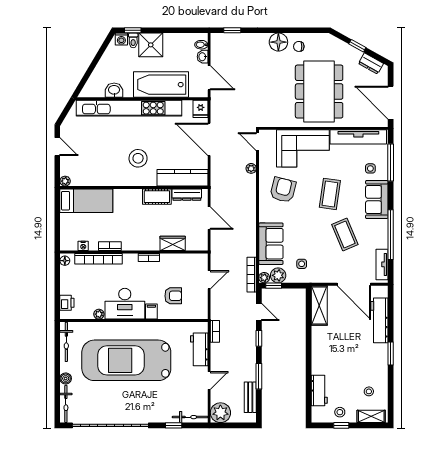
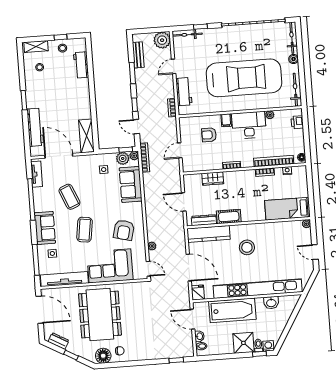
floor lamp: (278, 42) -> (103, 356), moved

